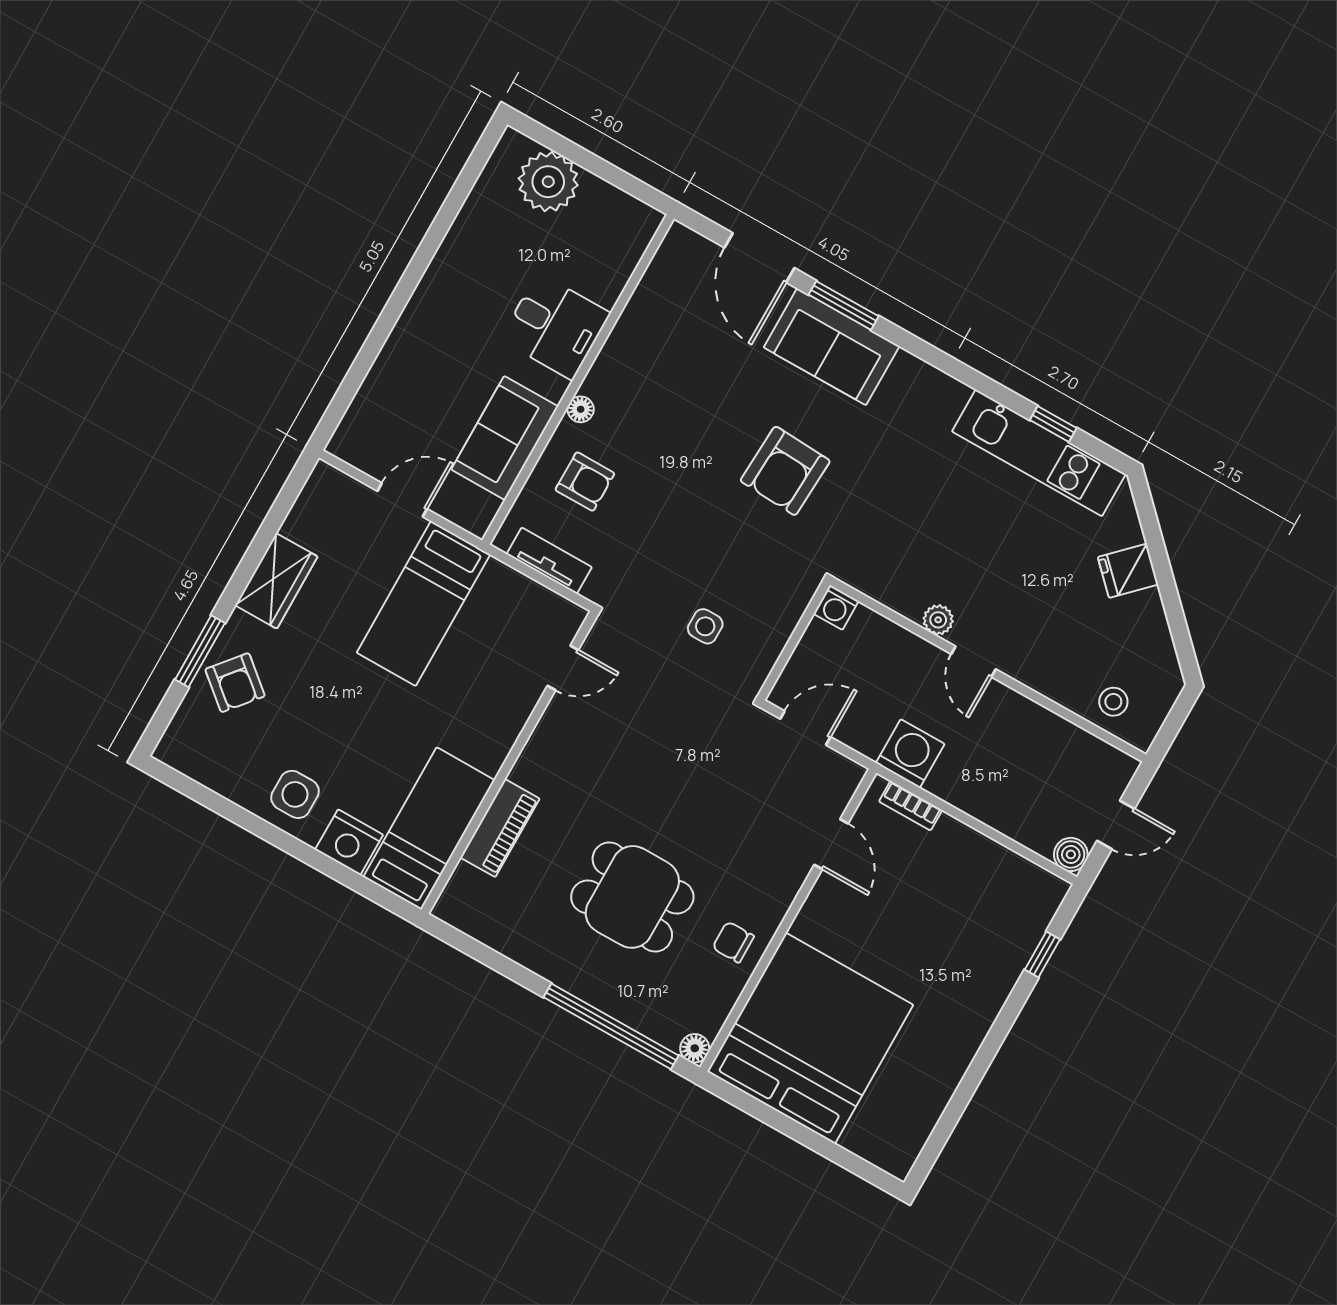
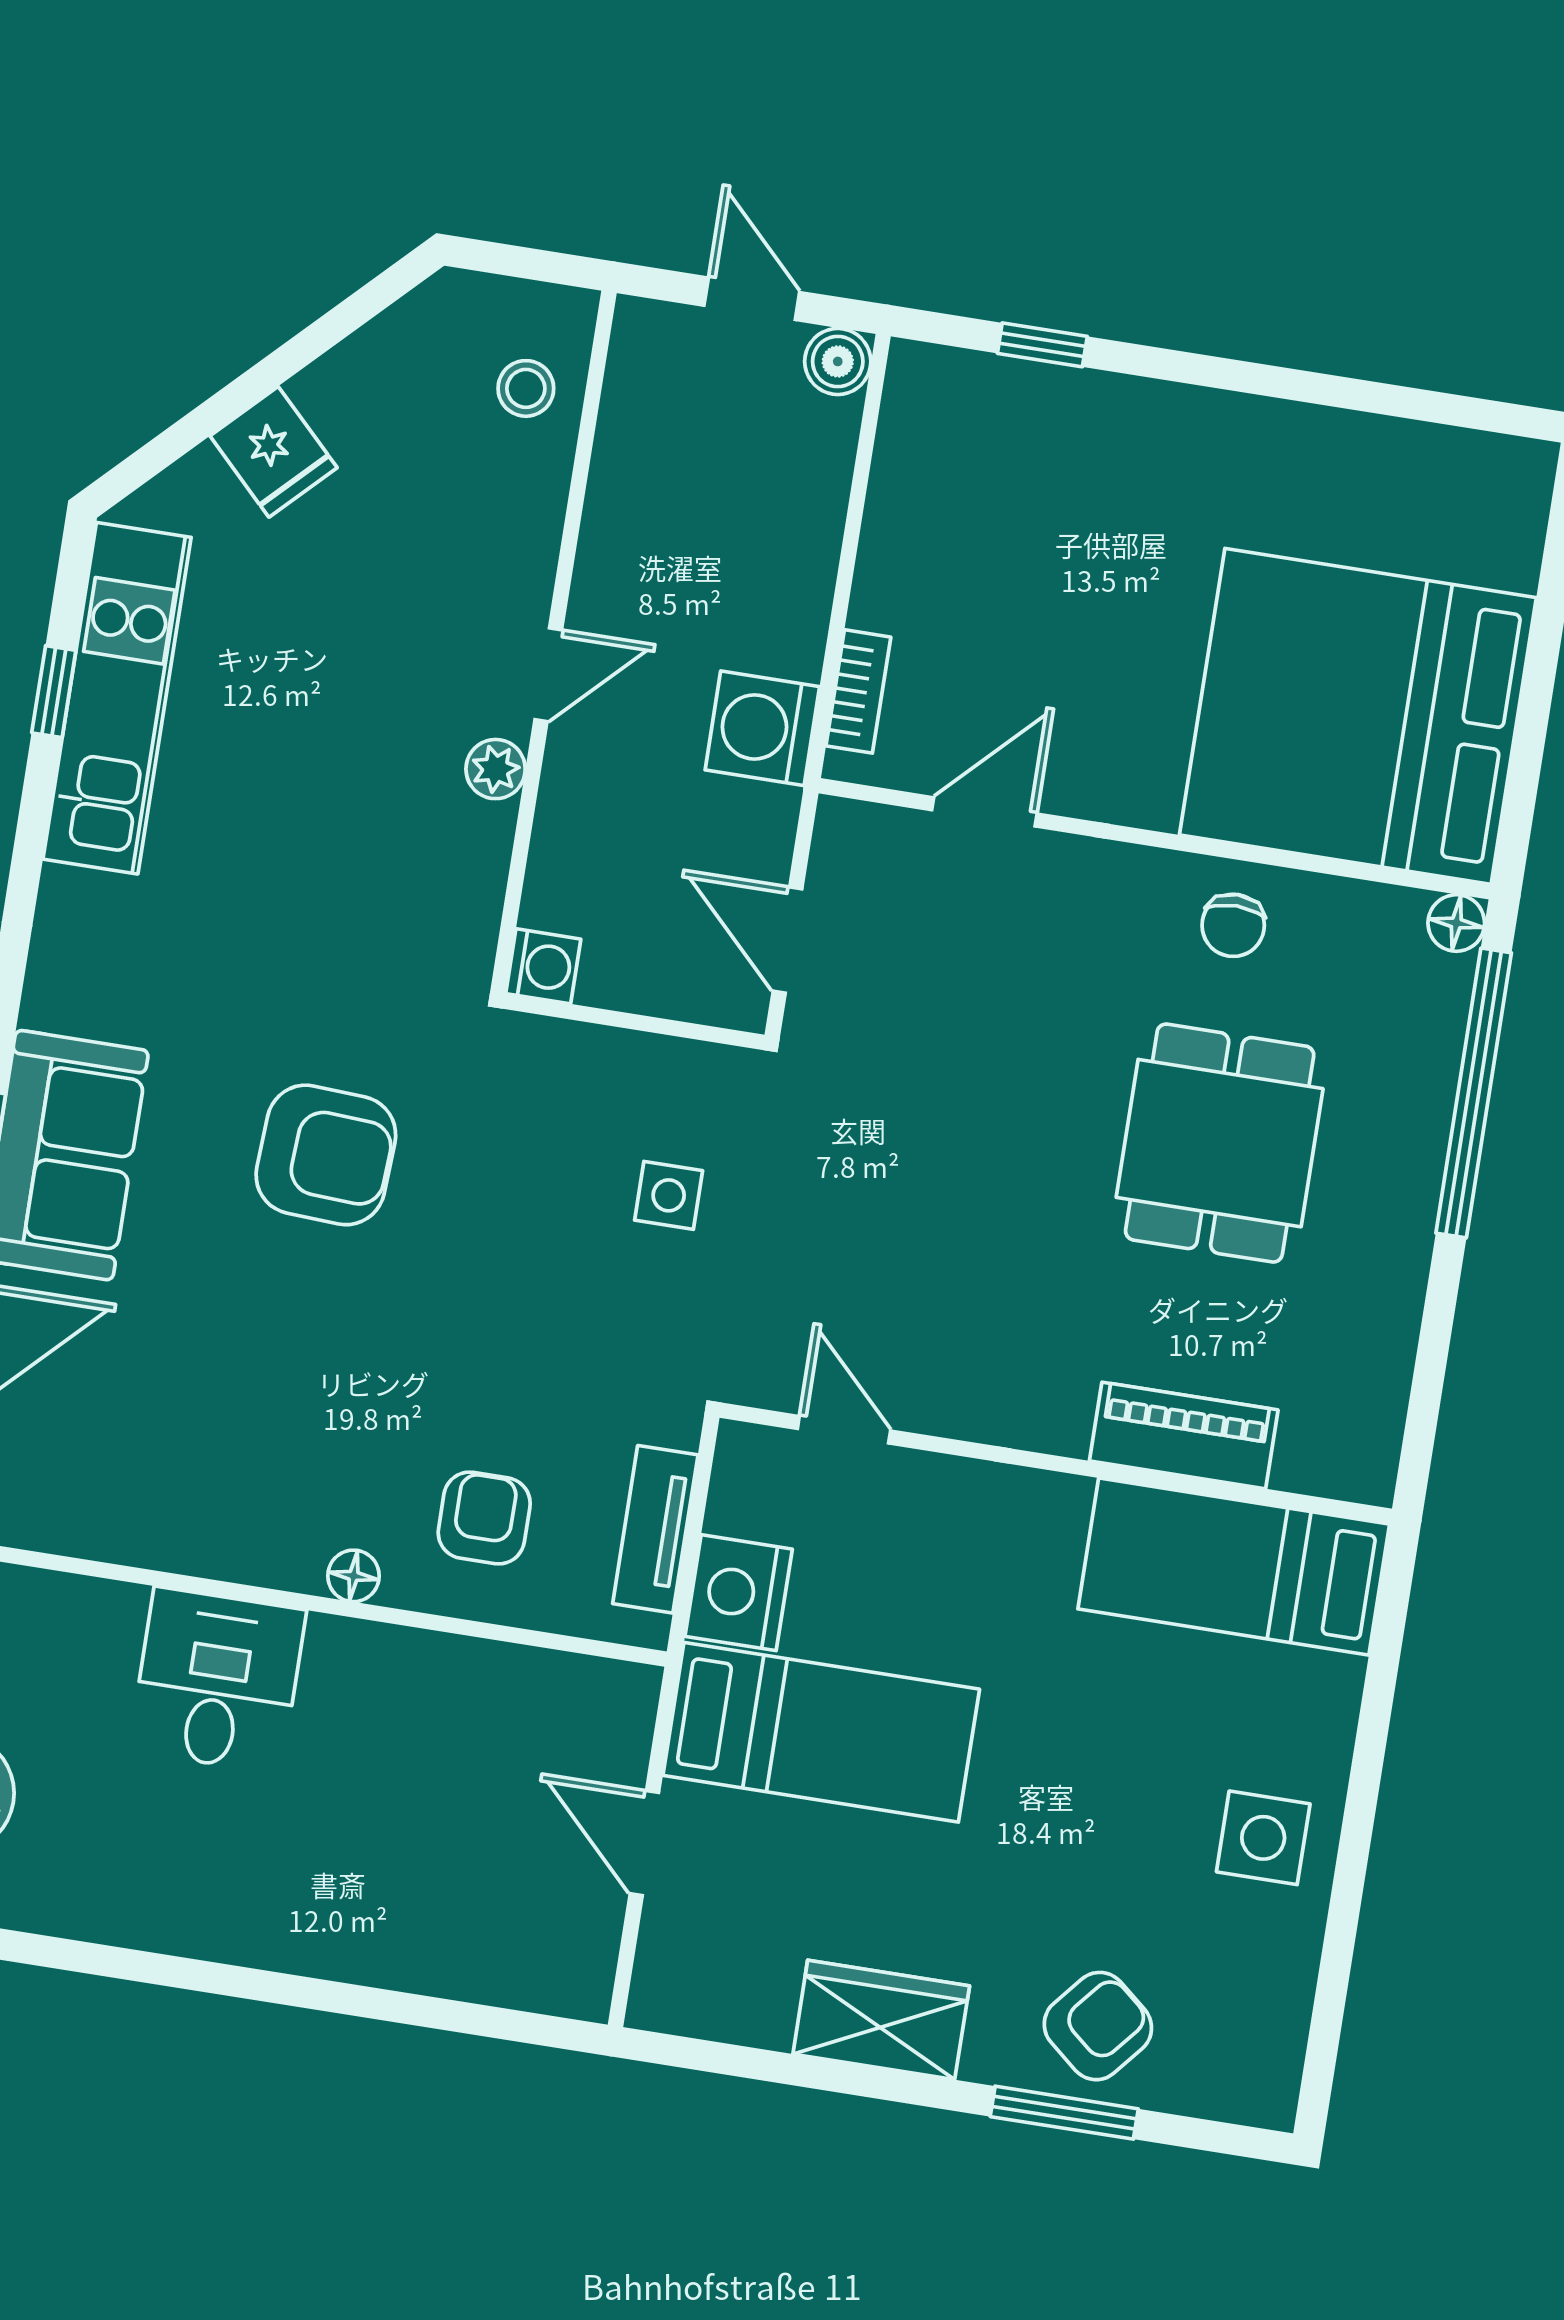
sofa: (505, 438) -> (459, 1697), removed
nightstand: (349, 842) -> (739, 1593), moved, turned 180

